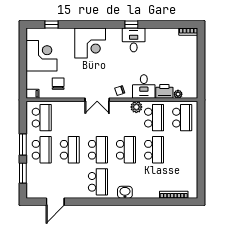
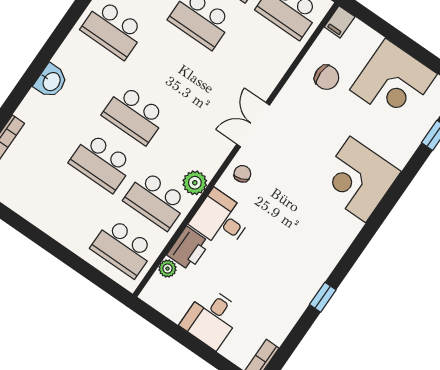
window: (131, 25) -> (323, 297), moved
desk: (134, 40) -> (211, 318), moved, turned 90
school desk: (98, 150) -> (167, 67), removed
washbasin: (125, 192) -> (51, 81), moved

